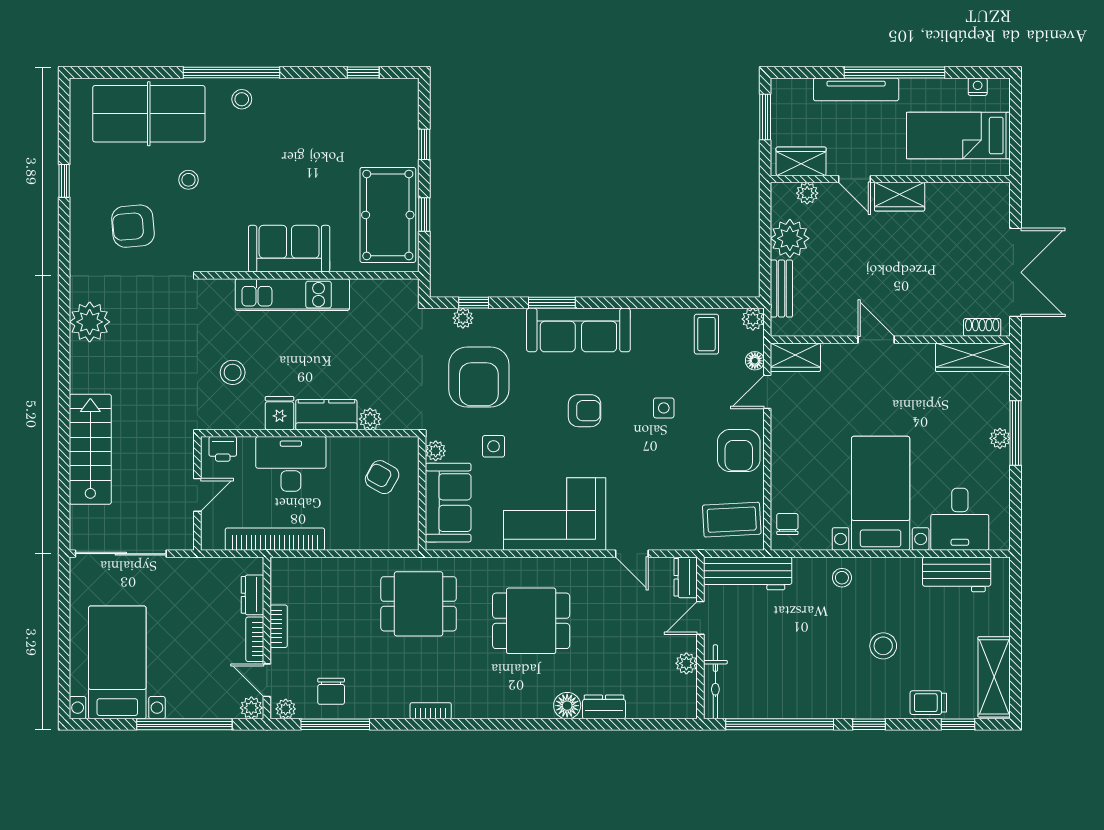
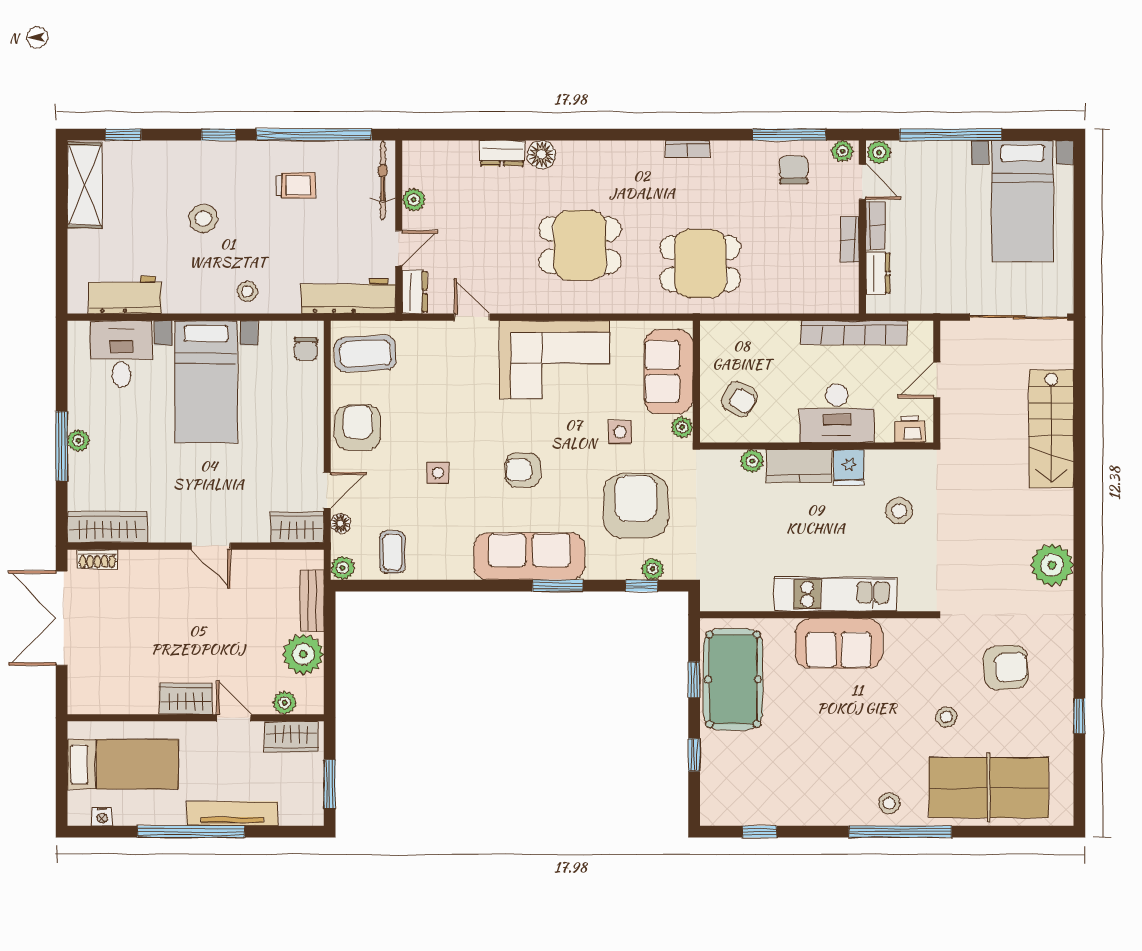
trolley: (928, 703) -> (296, 185), moved

